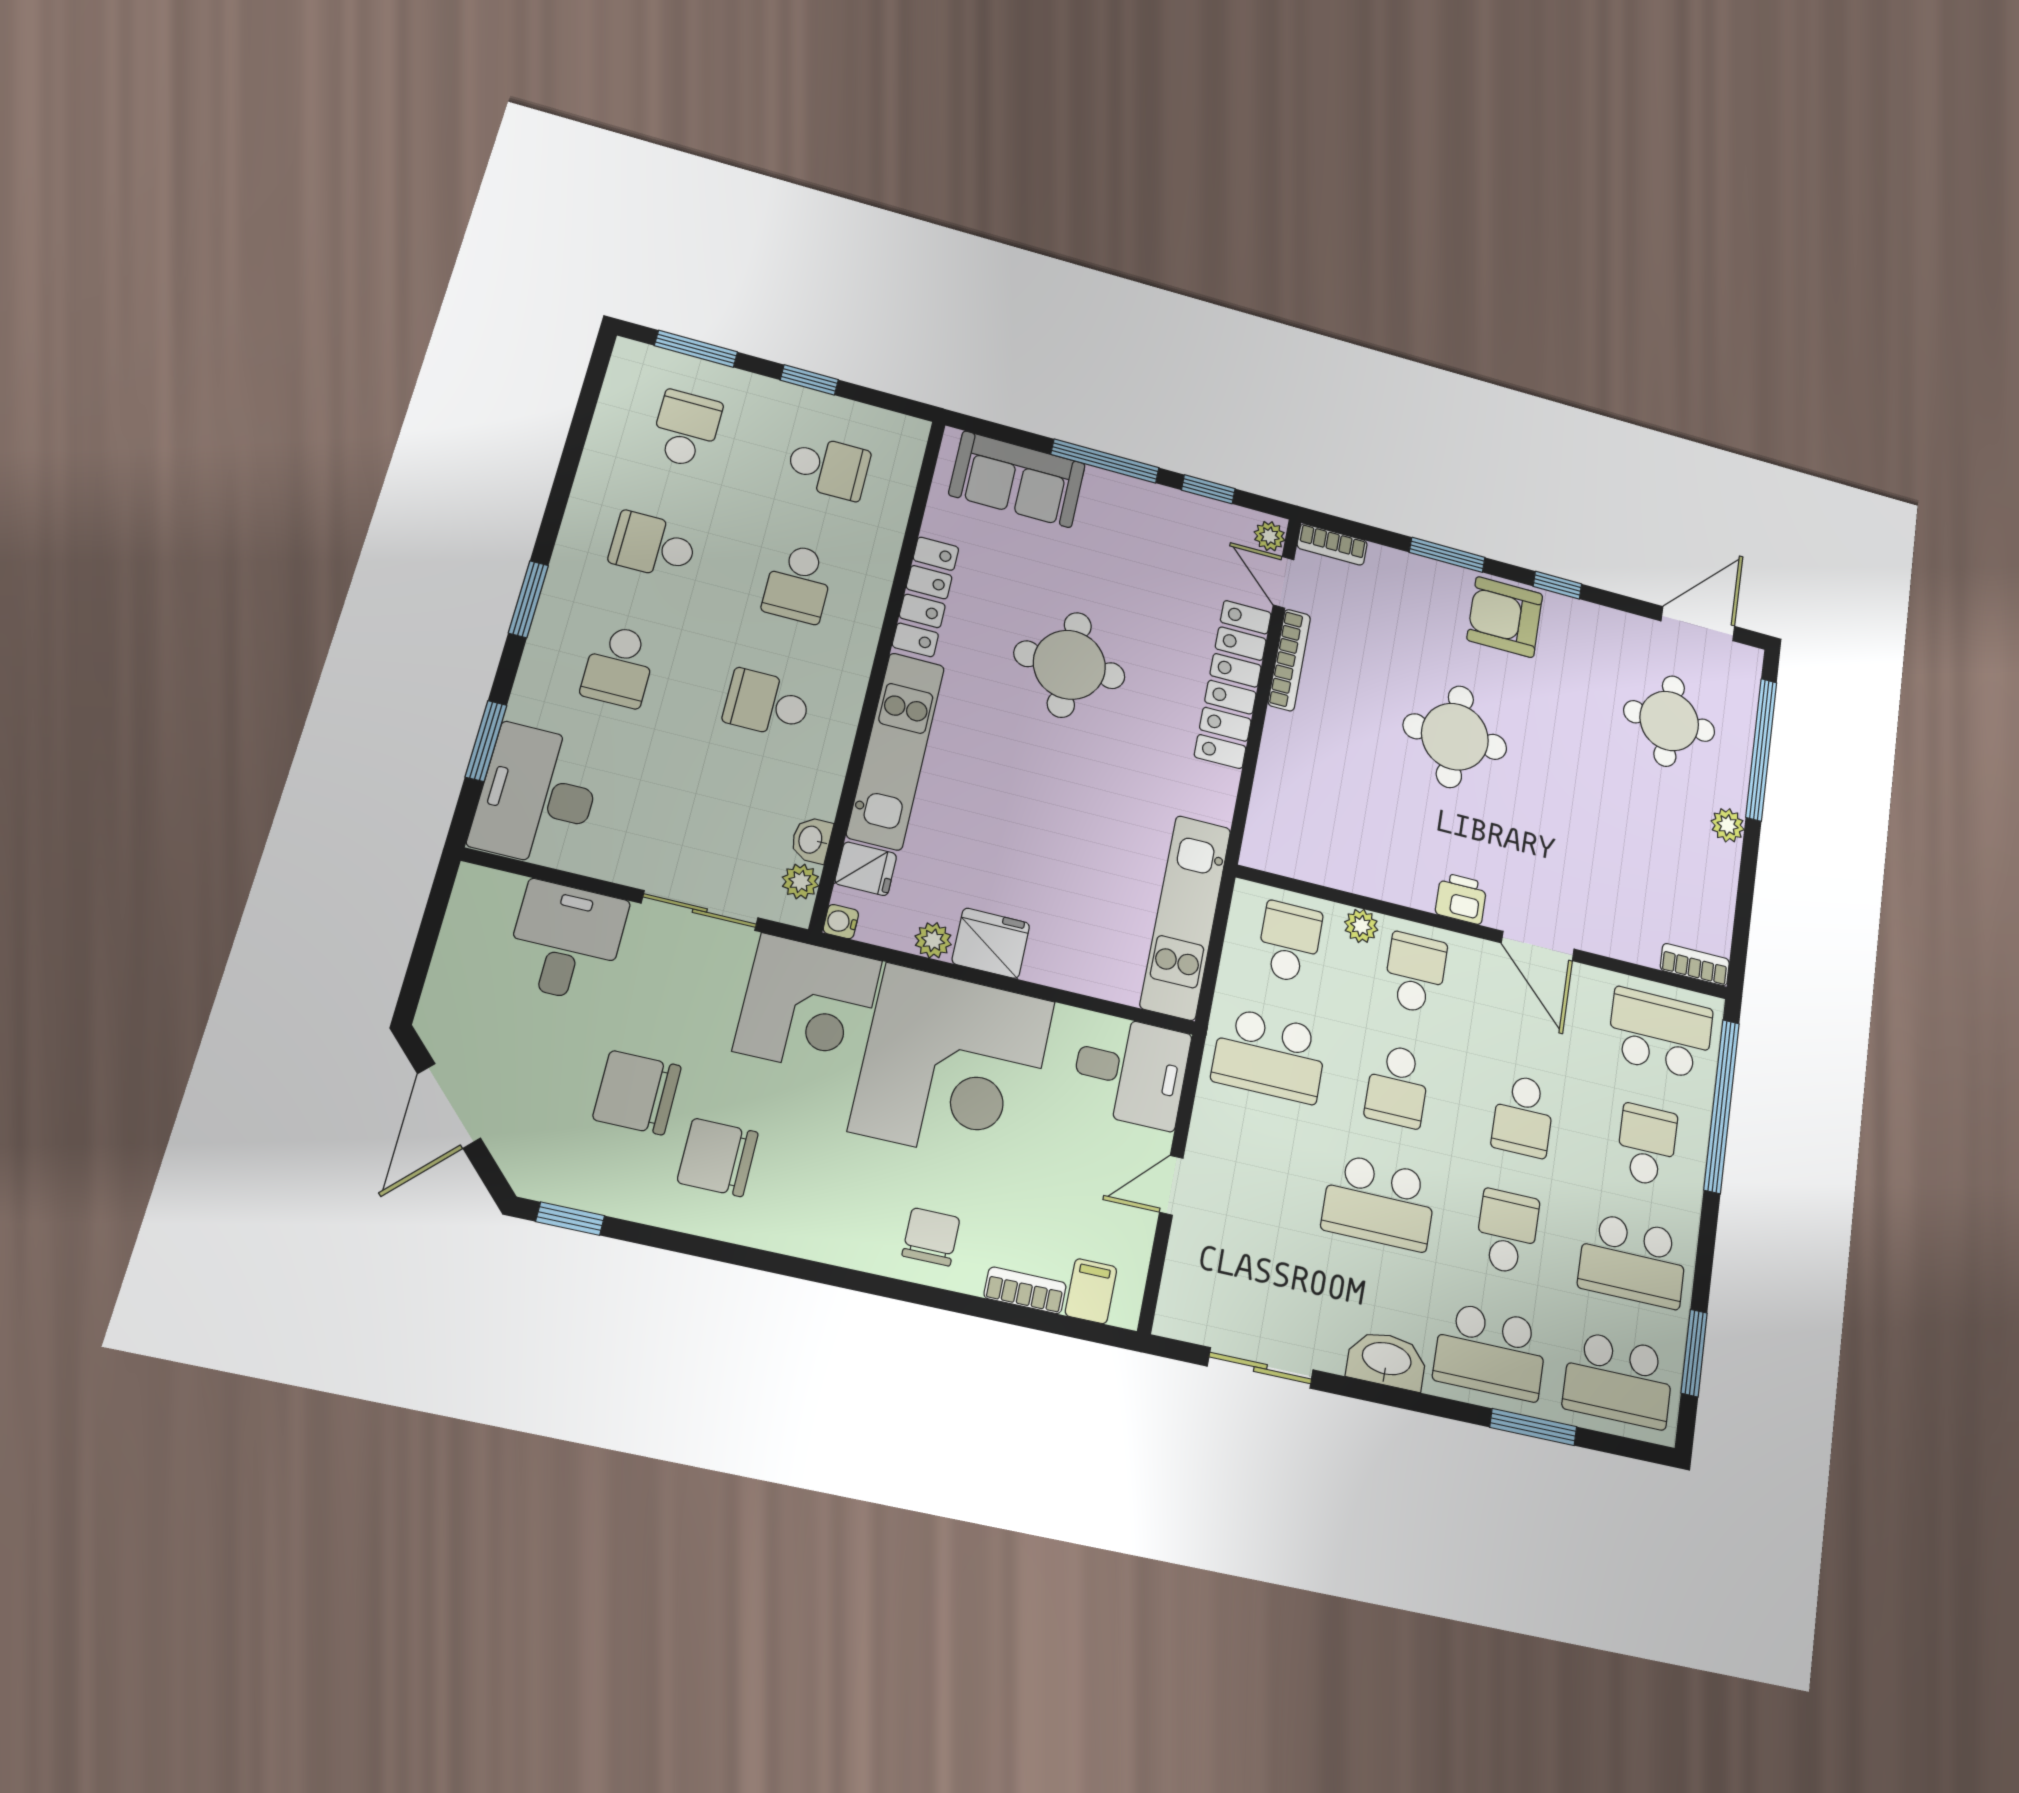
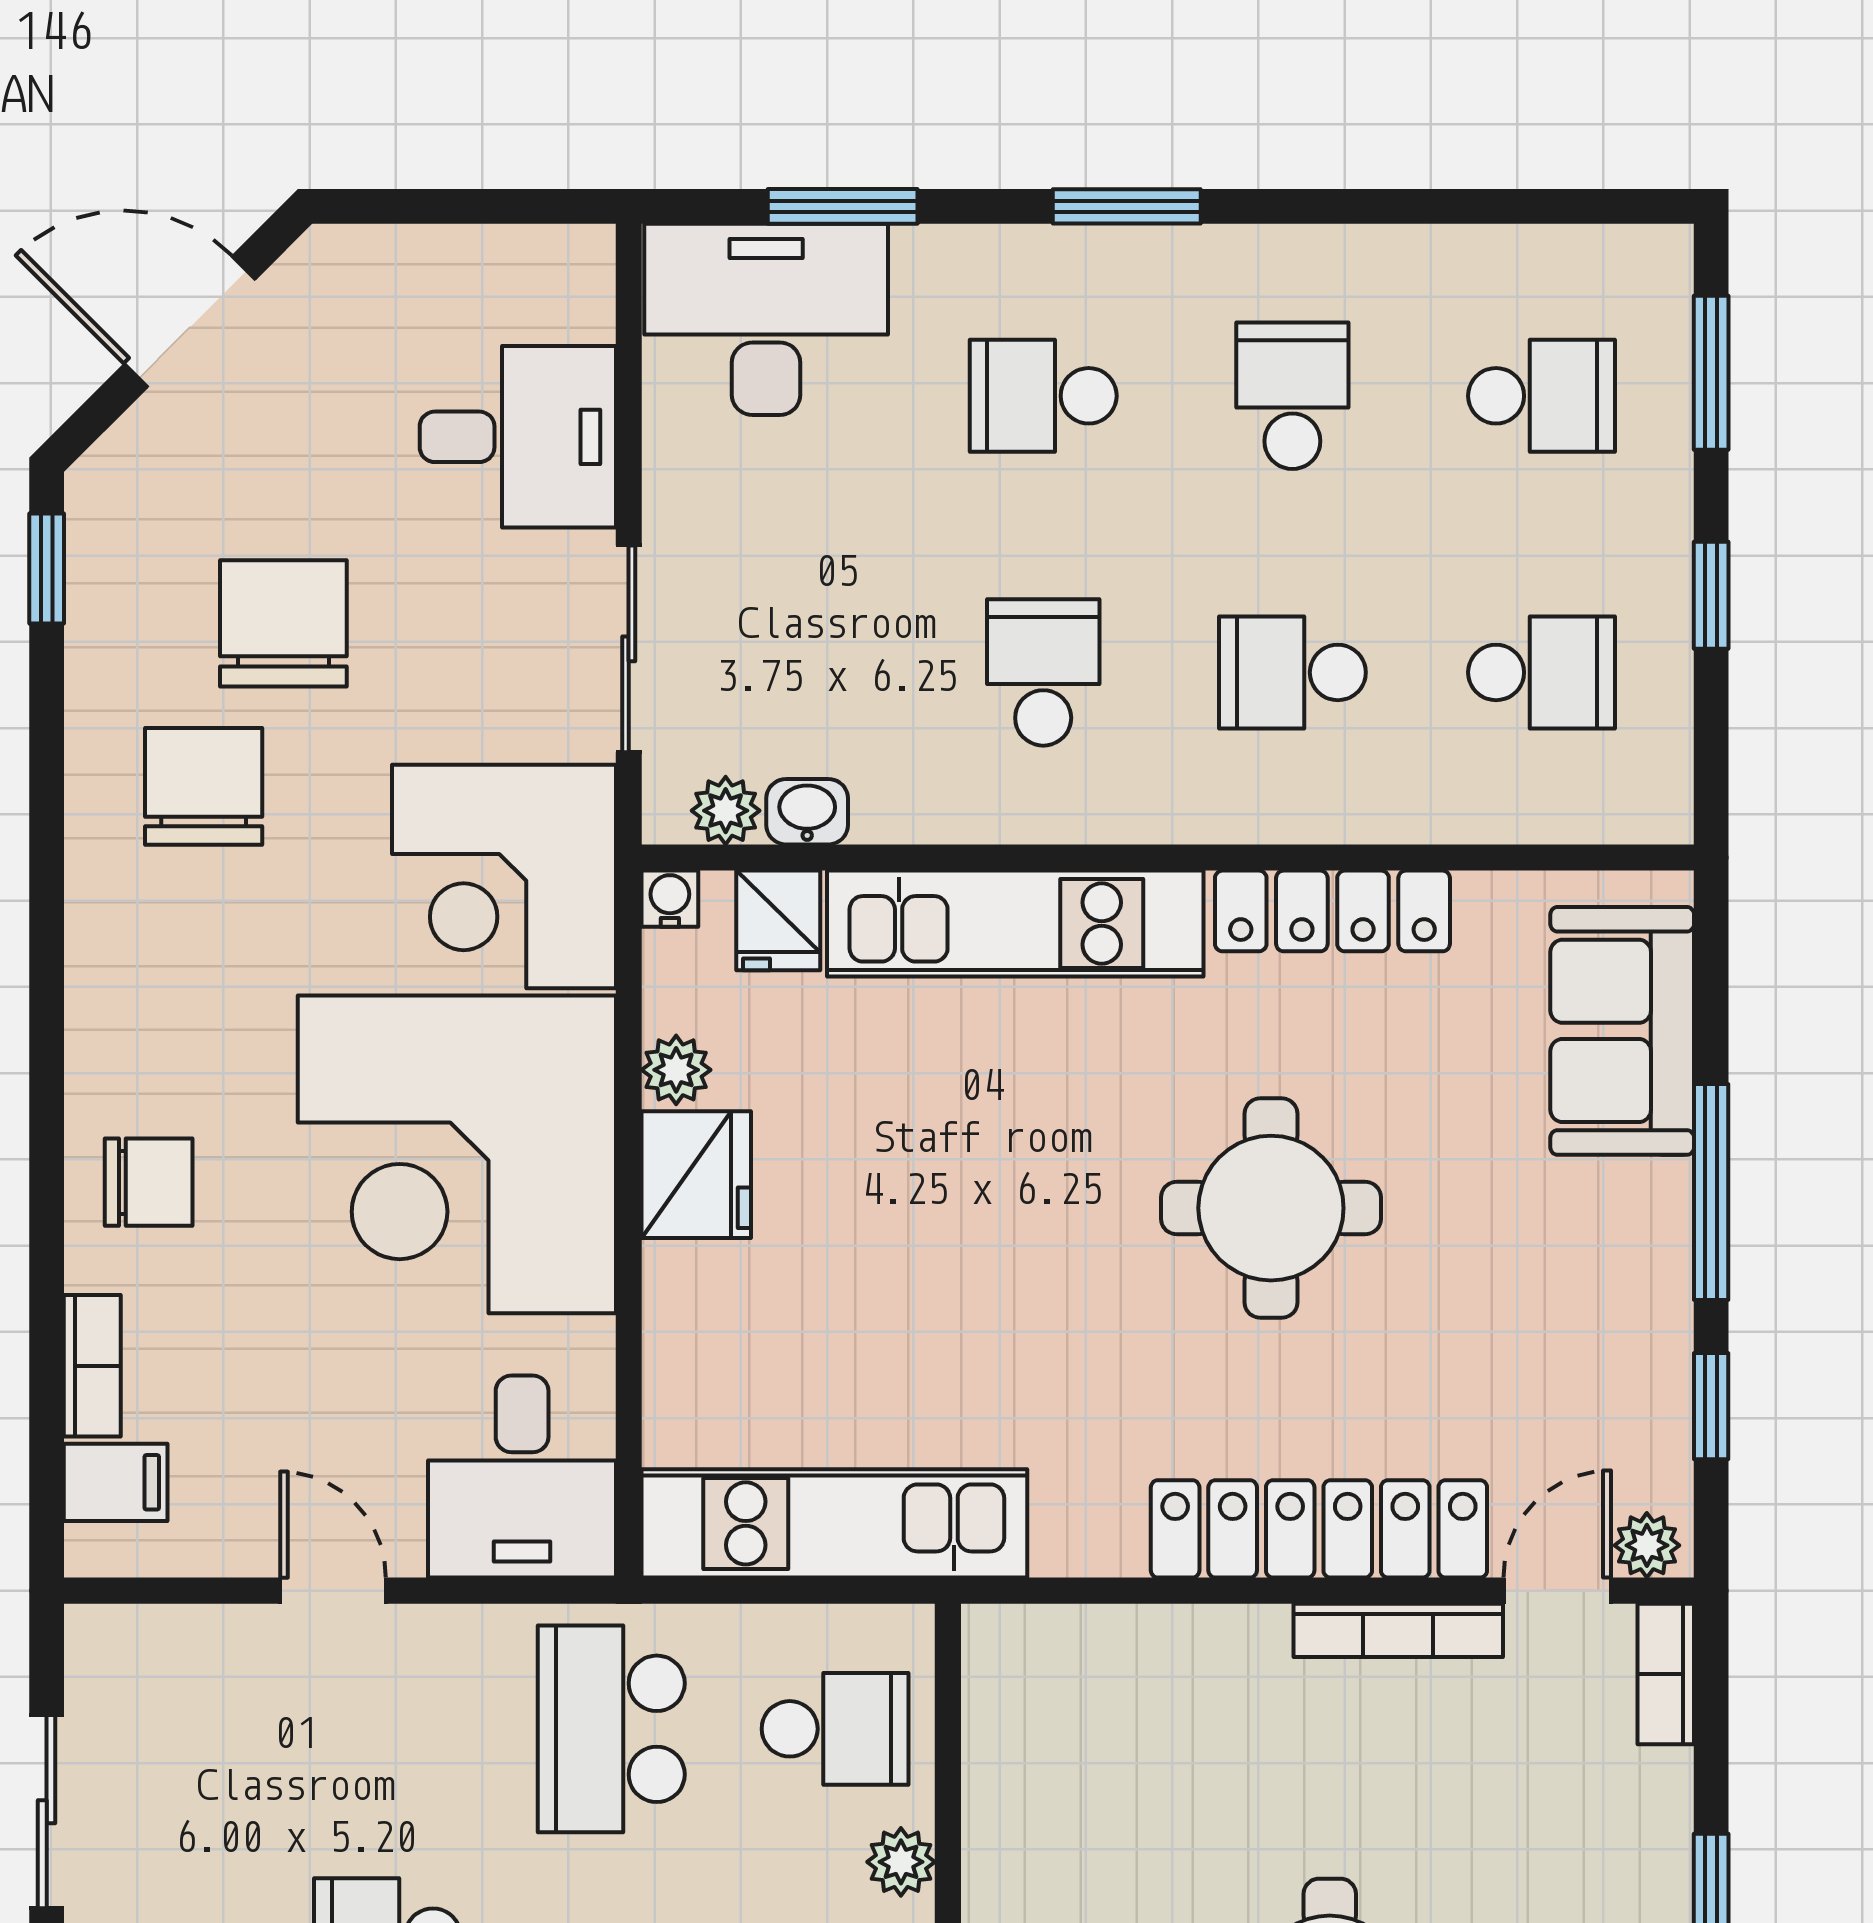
school desk: (828, 467) -> (1542, 672), turned -90

